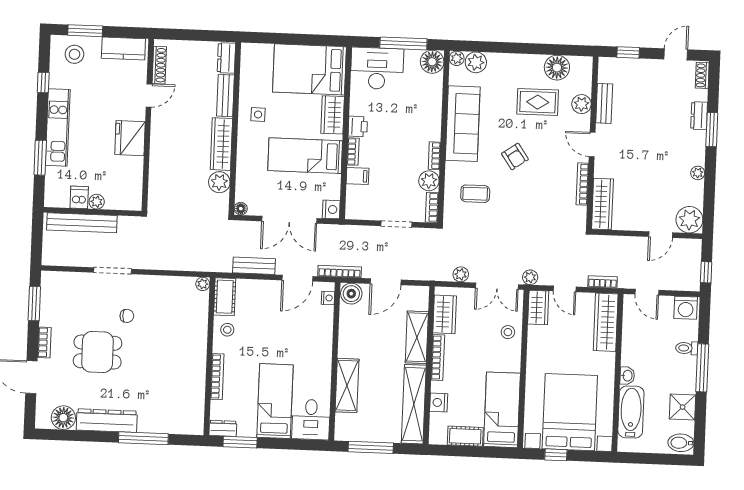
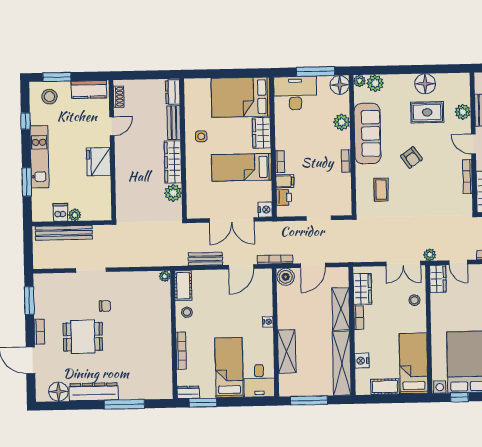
shoe rack: (159, 65) -> (119, 97), width x0.70
floor lamp: (557, 68) -> (425, 84), moved
printer: (358, 126) -> (284, 197), moved
plant: (429, 181) -> (342, 122), moved
coffee table: (475, 194) -> (381, 190), turned 90
bookcase: (432, 207) -> (347, 203), removed
floor lamp: (241, 209) -> (192, 213), removed
plant: (461, 274) -> (373, 256), removed
nightstand: (328, 298) -> (268, 322), moved
bookcase: (438, 357) -> (359, 318), width x0.64

